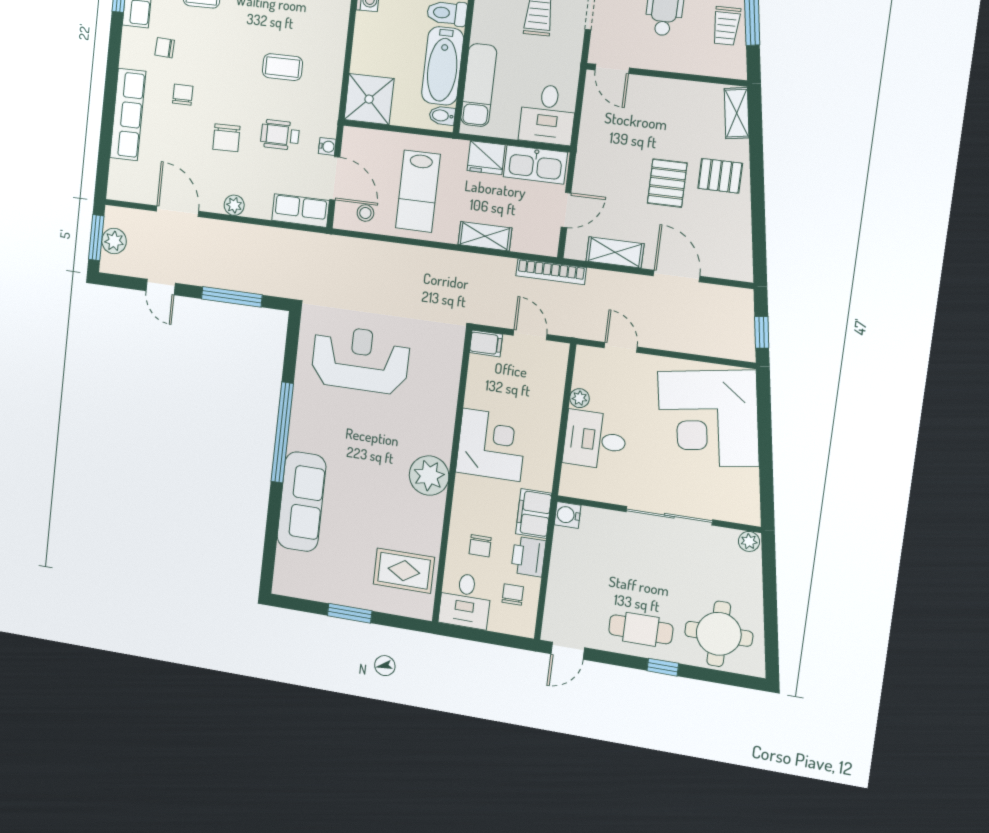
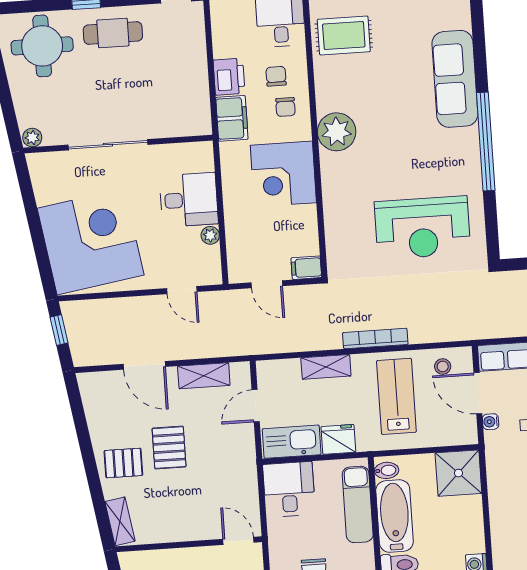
bookcase: (551, 272) -> (375, 338), moved
water cooler: (568, 515) -> (200, 124), removed
chair: (513, 595) -> (285, 107), moved

